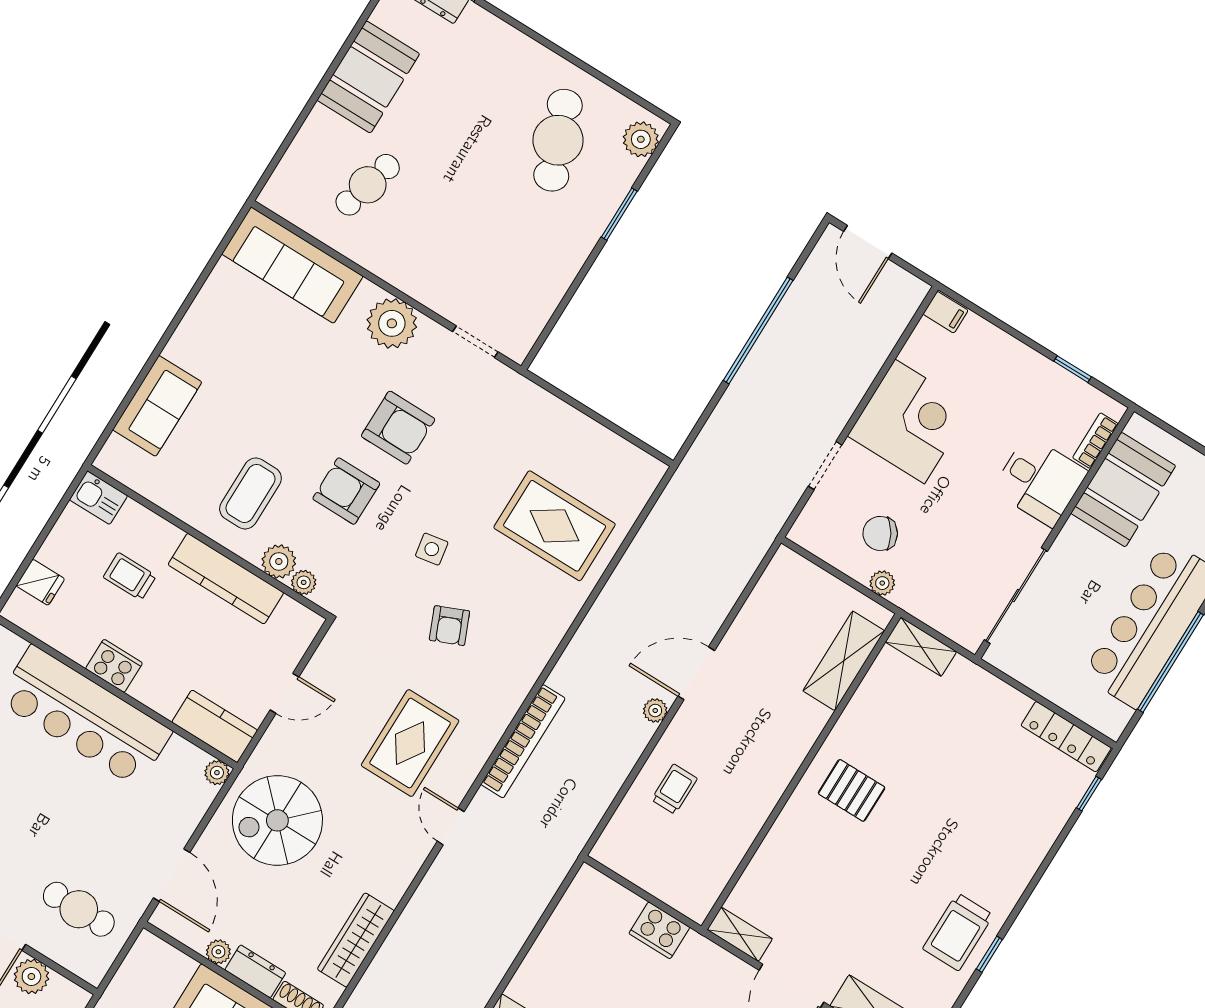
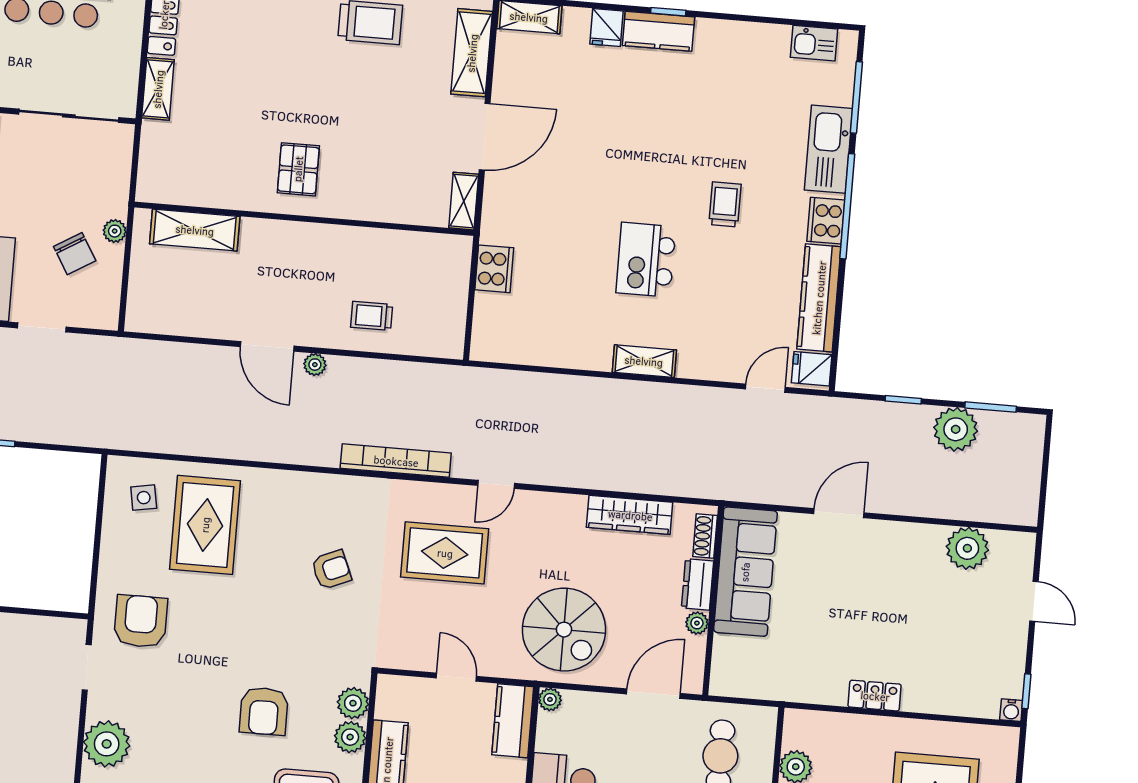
armchair: (398, 428) -> (141, 621), moved
side table: (432, 549) -> (144, 498), moved
plant: (304, 582) -> (353, 703), width x1.38, depth x1.38
shelving: (921, 647) -> (158, 89), moved

